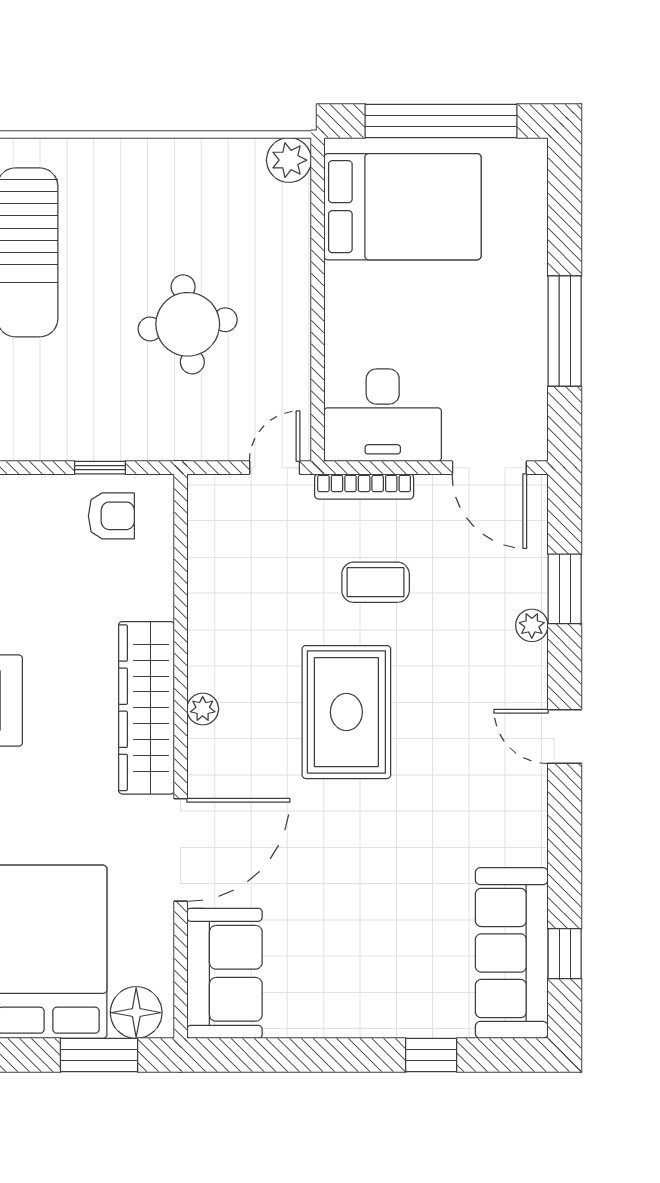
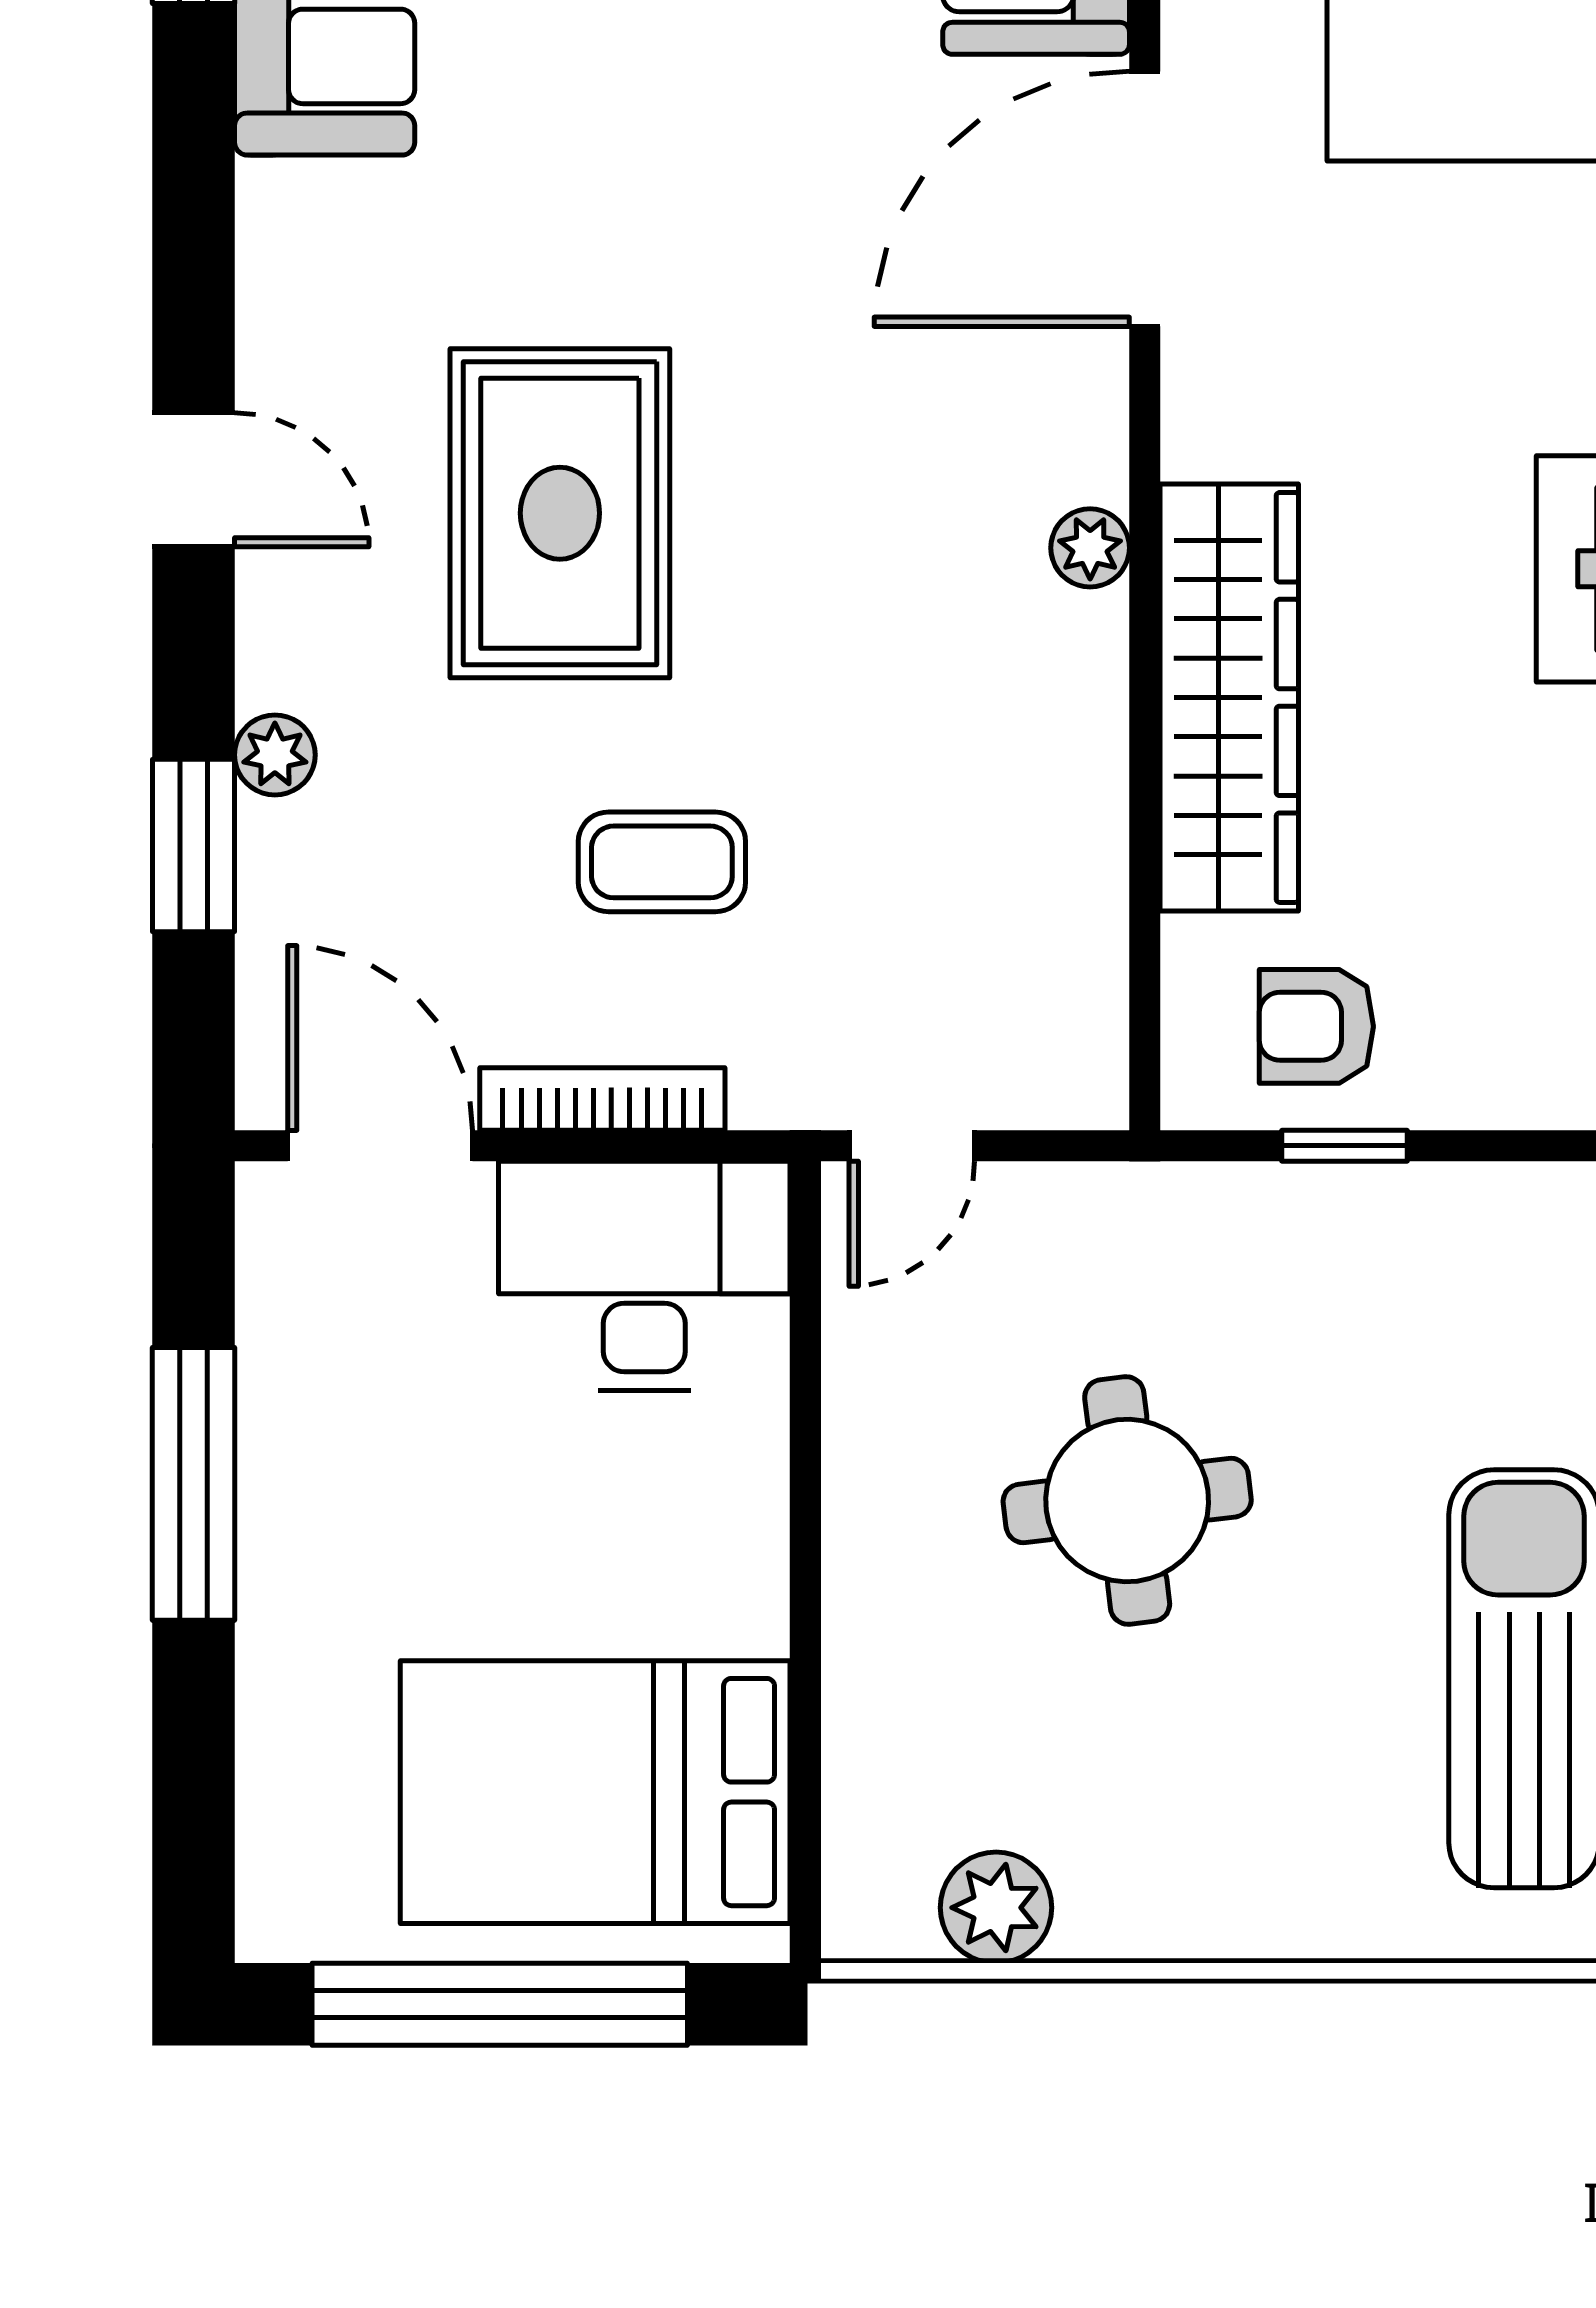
plant: (289, 160) -> (996, 1908), moved
bookcase: (364, 486) -> (602, 1099), moved
wardrobe: (146, 708) -> (1229, 697), moved
rug: (346, 712) -> (560, 513), moved

